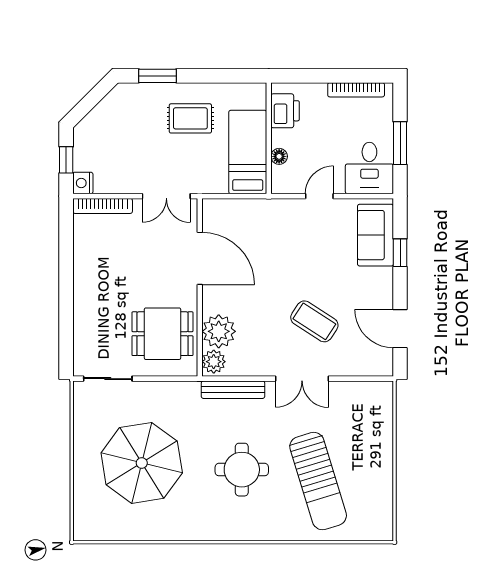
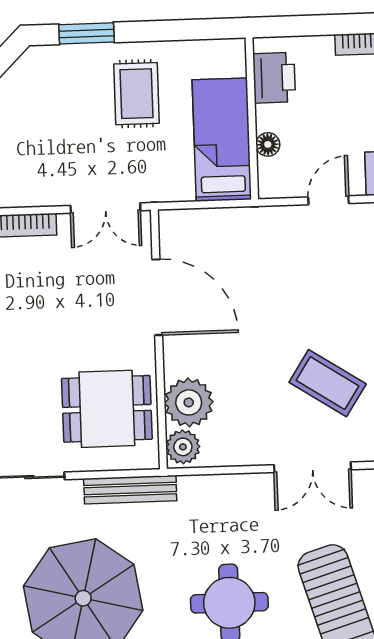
rug: (190, 118) -> (137, 94), turned 90
bench: (233, 390) -> (130, 490), moved

